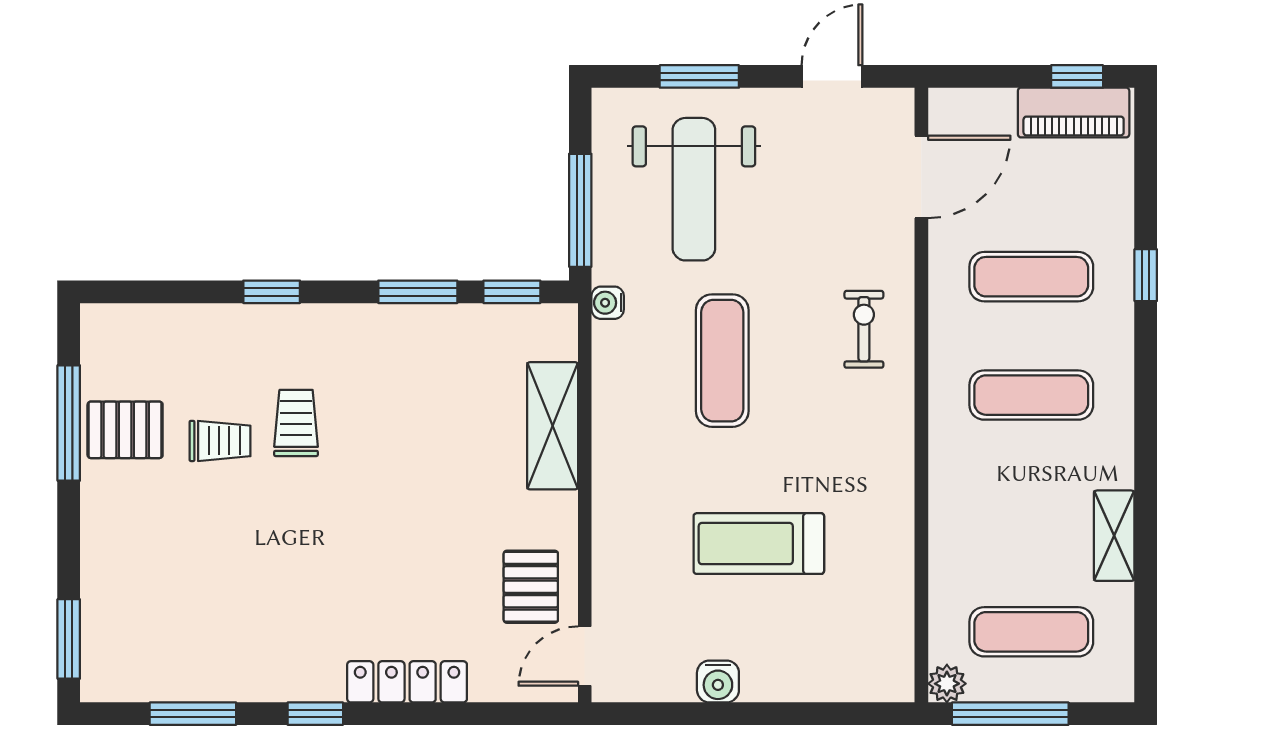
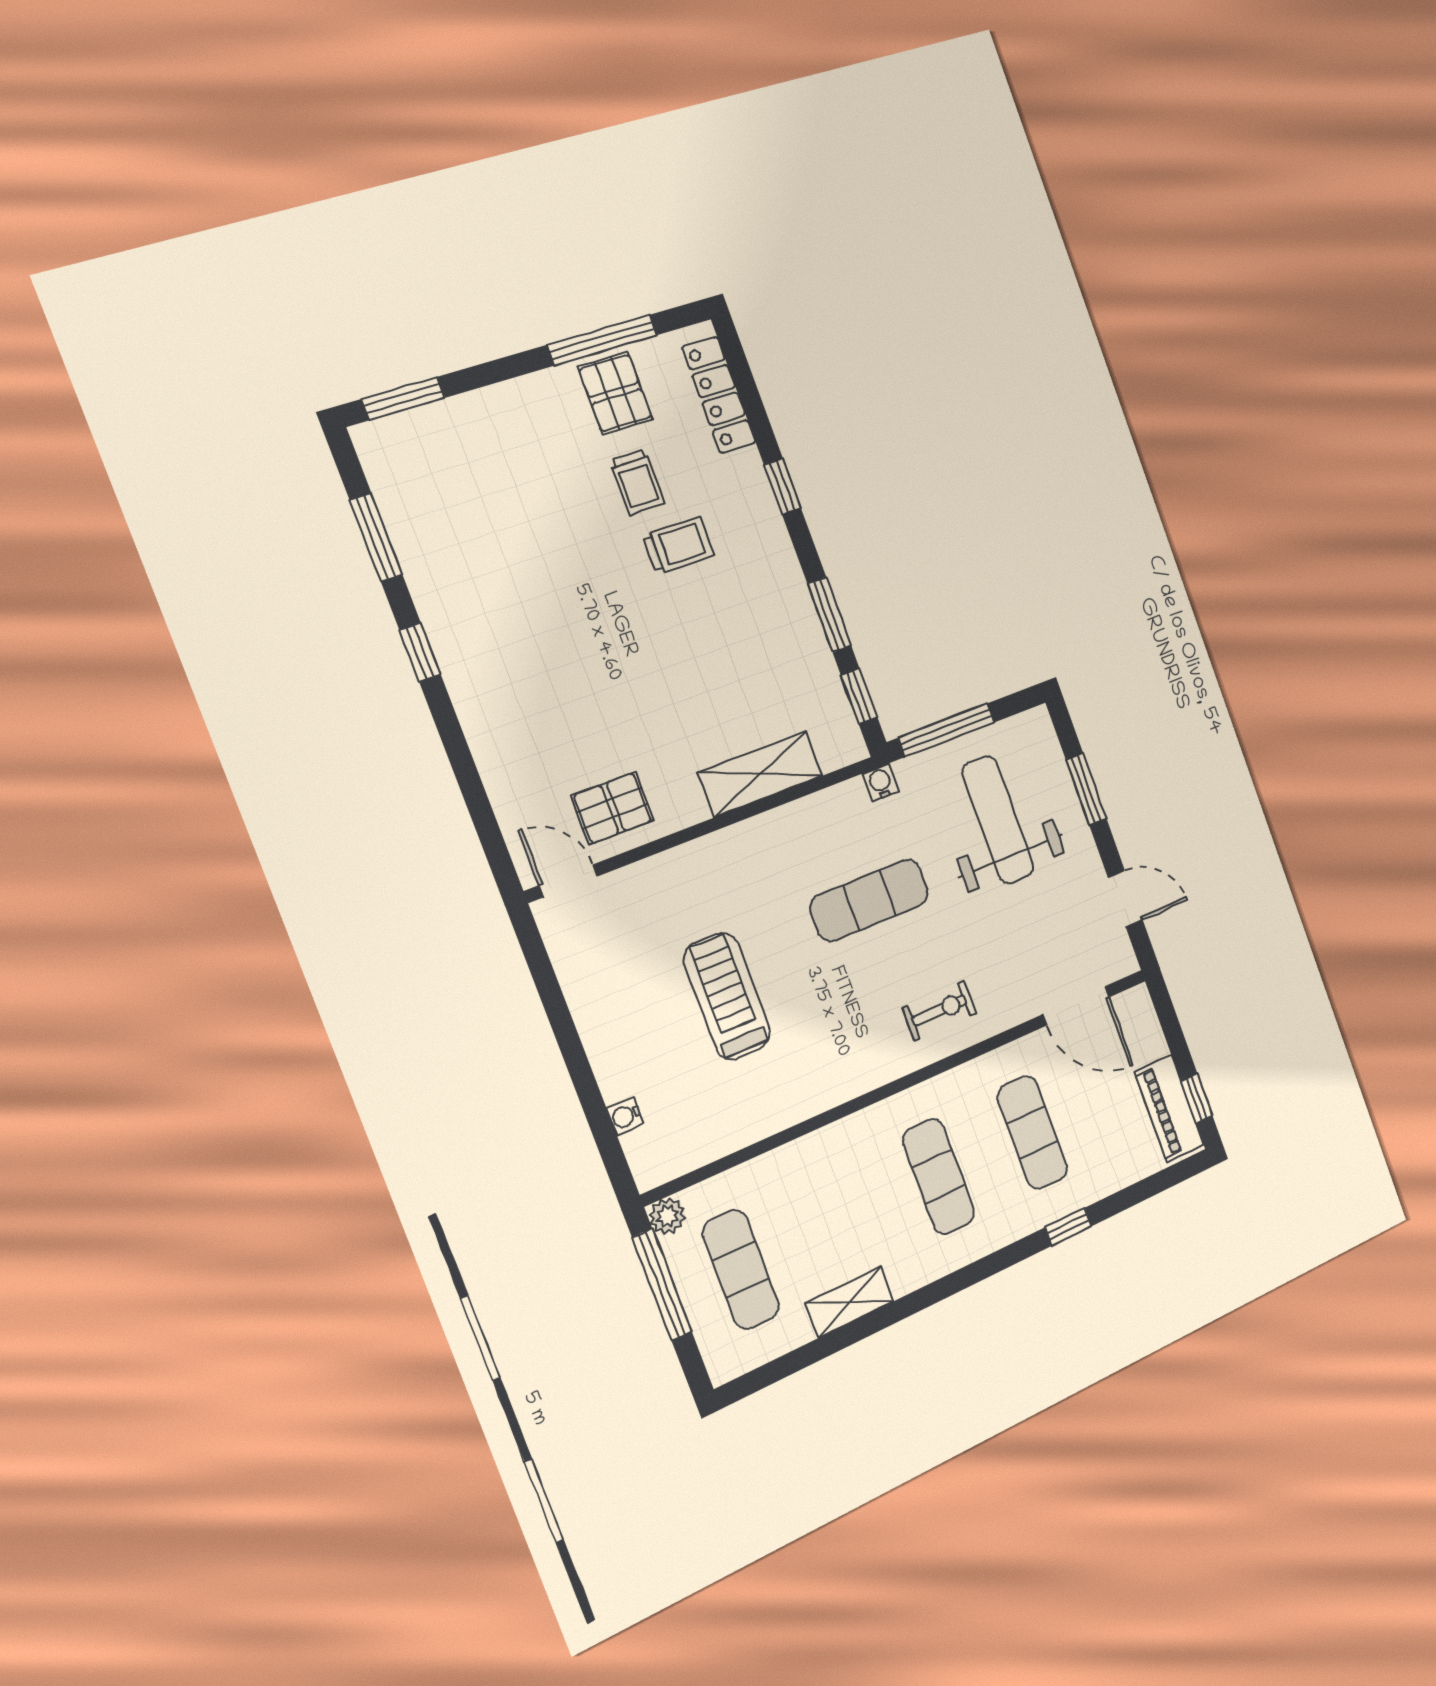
weight bench: (694, 189) -> (998, 820), turned 90
water cooler: (718, 681) -> (625, 1116), moved, width x0.72, depth x0.72
locker: (407, 682) -> (719, 395), moved, turned 180

